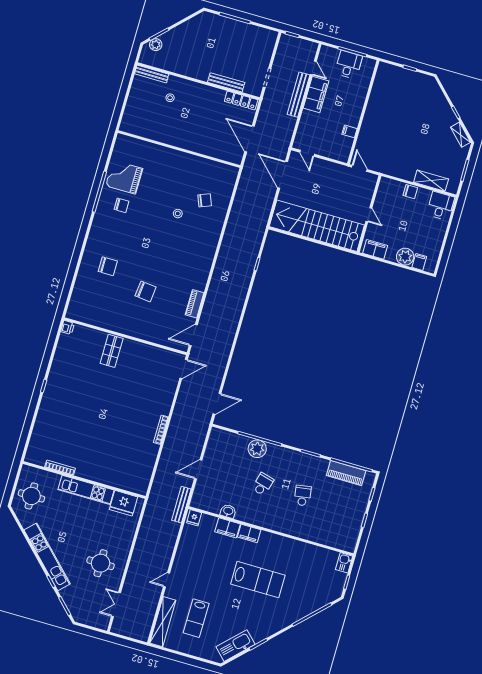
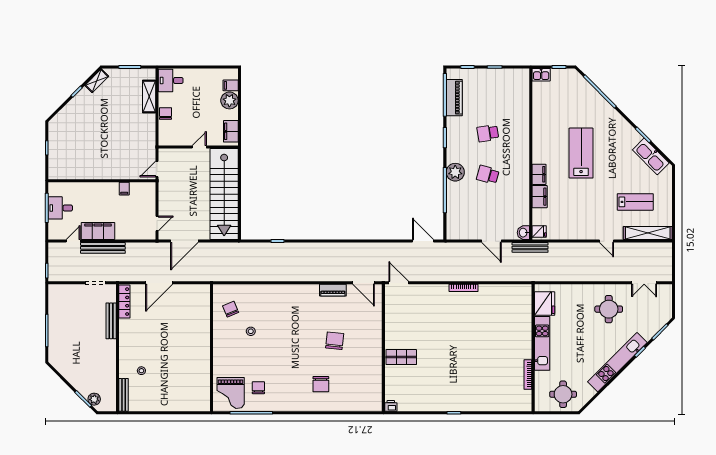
wall: (179, 149) -> (212, 348), moved
chair: (108, 266) -> (321, 384), turned 180
plant: (257, 449) -> (455, 172), moved
washbasin: (228, 511) -> (523, 233), moved

